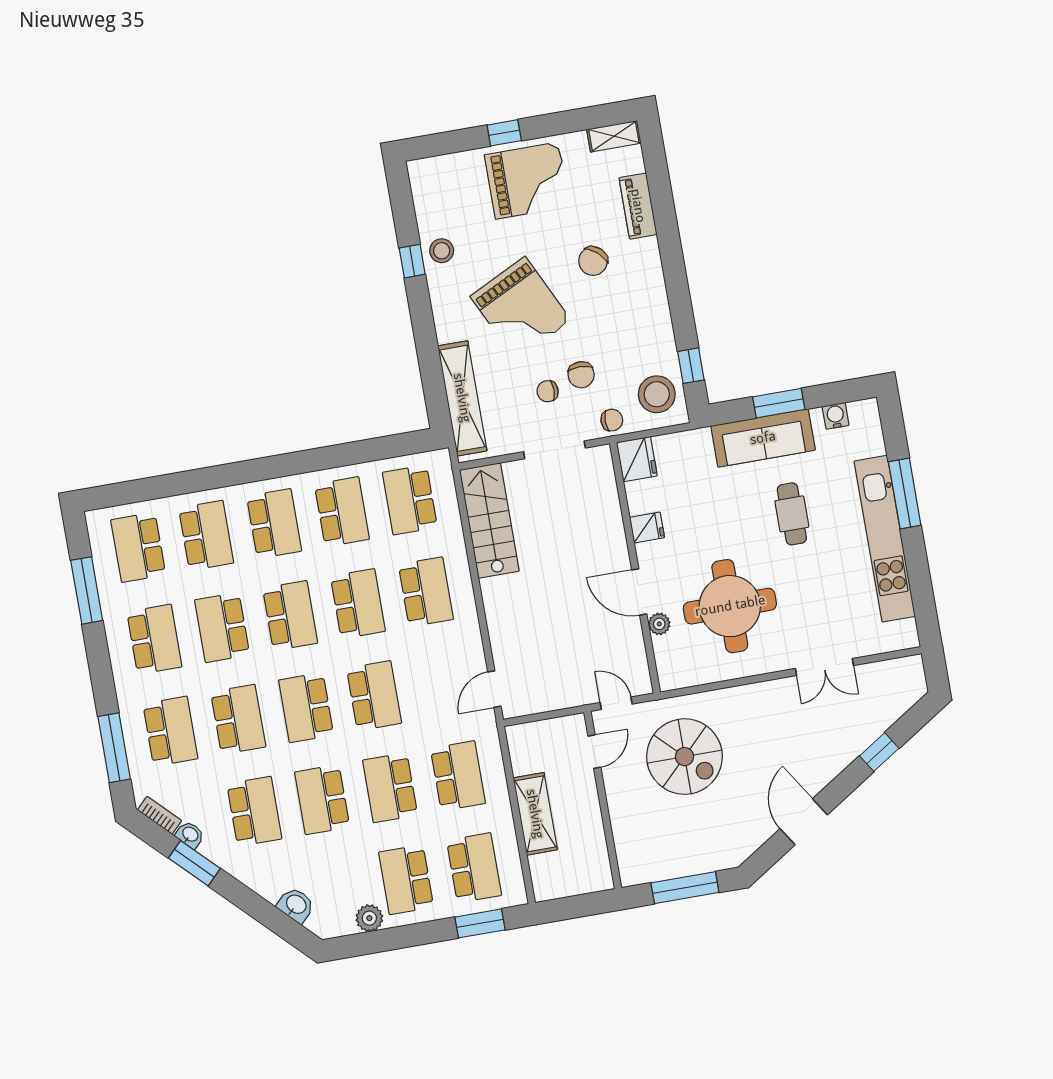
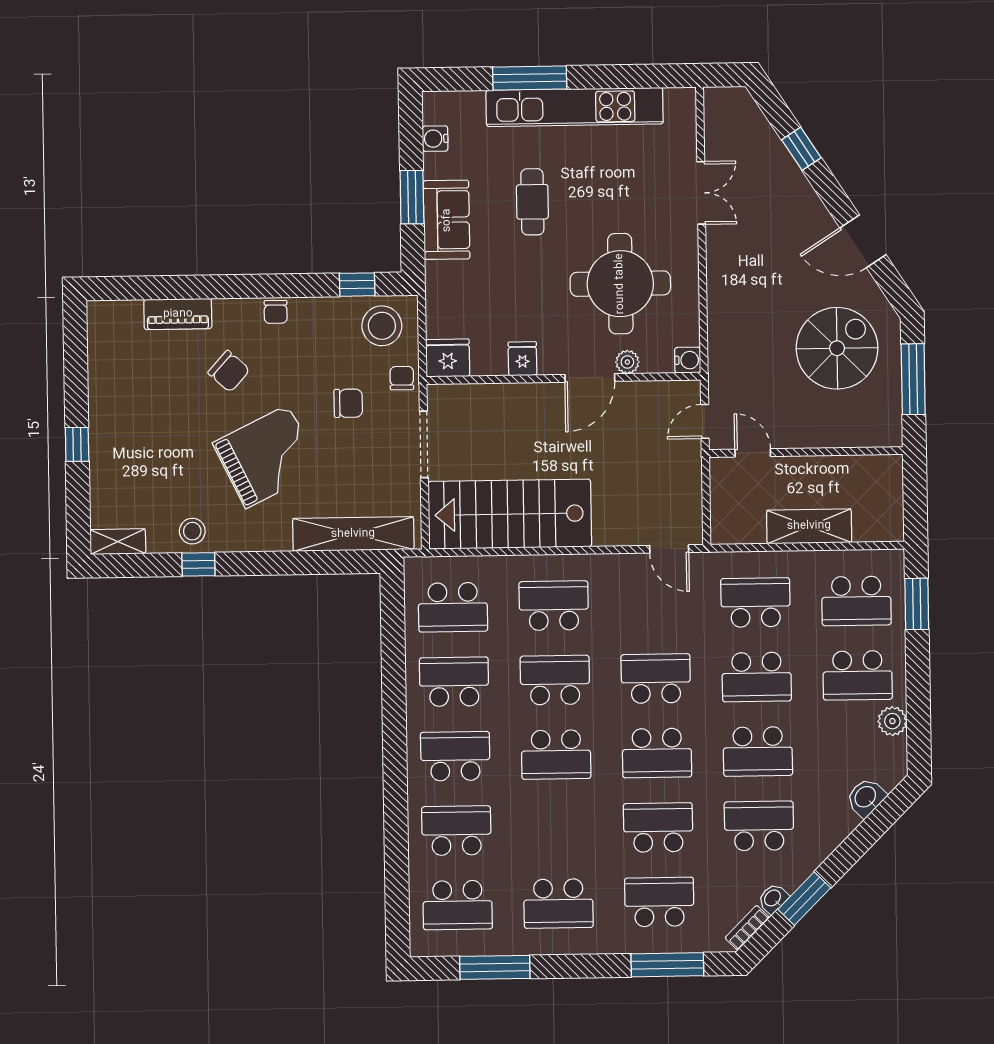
shelving: (614, 136) -> (118, 542), moved, turned 90
grand piano: (527, 181) -> (132, 428), removed
chair: (548, 391) -> (276, 312), moved
sofa: (763, 438) -> (447, 220), width x0.73
cafe table: (792, 514) -> (532, 202), turned 90
stairs: (489, 520) -> (510, 514), width x1.36, depth x1.51
school desk: (290, 616) -> (556, 755), turned 180
school desk: (222, 627) -> (557, 829), removed
school desk: (154, 639) -> (558, 904), turned 180
water cooler: (670, 679) -> (688, 360), added
spiral stairs: (685, 757) -> (837, 348), moved
school desk: (474, 868) -> (856, 601), turned 180

